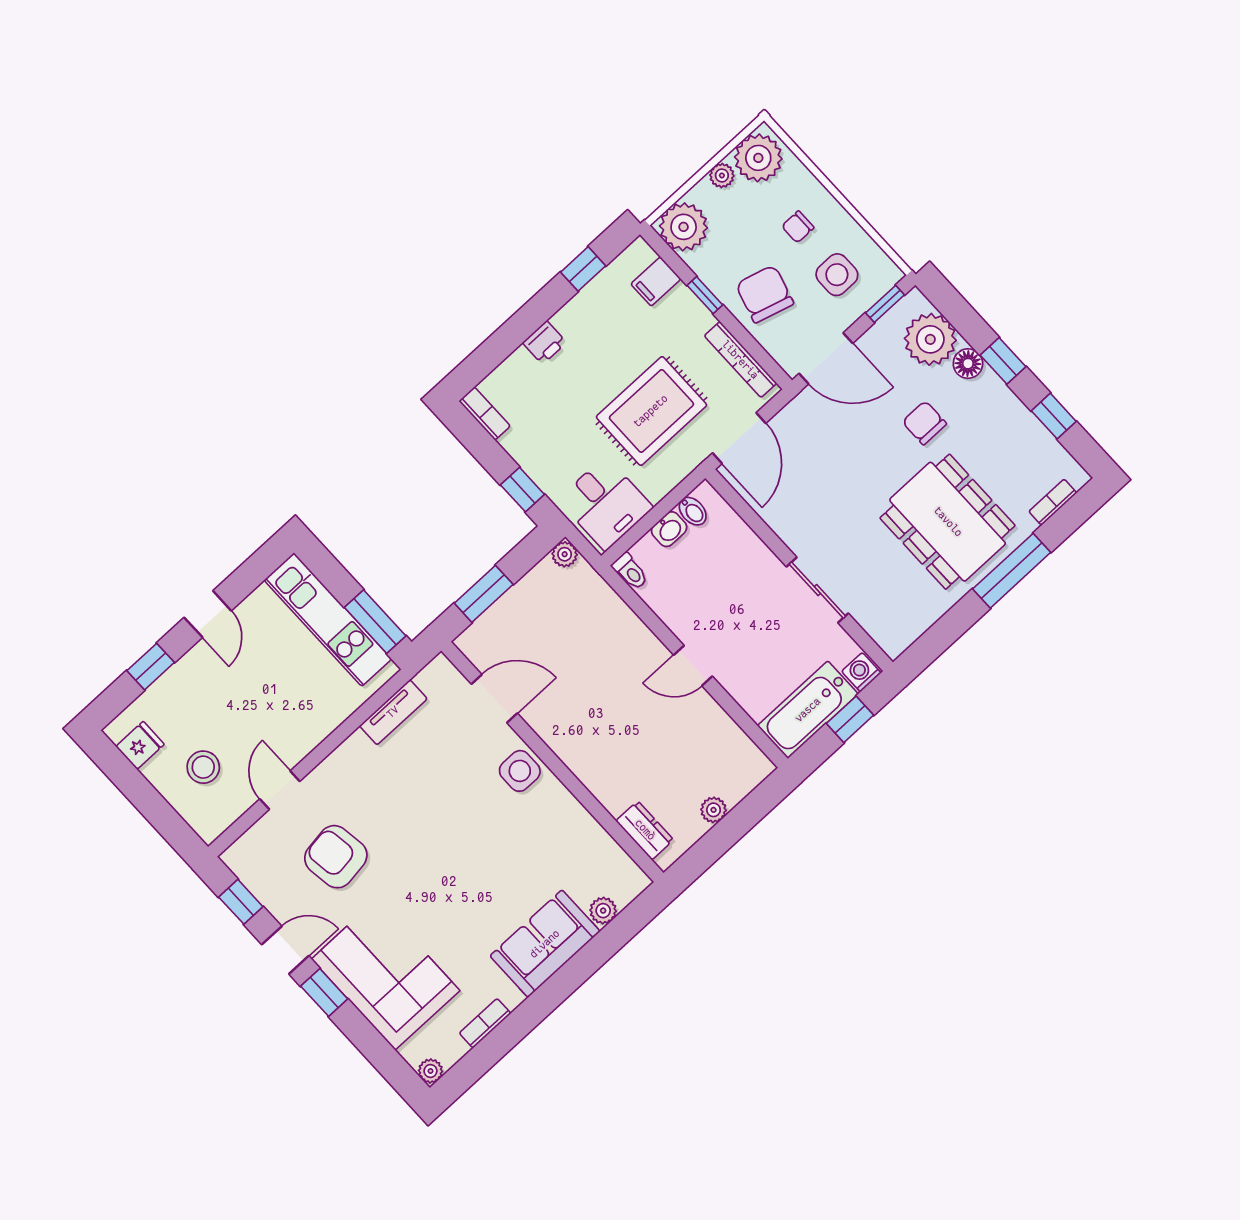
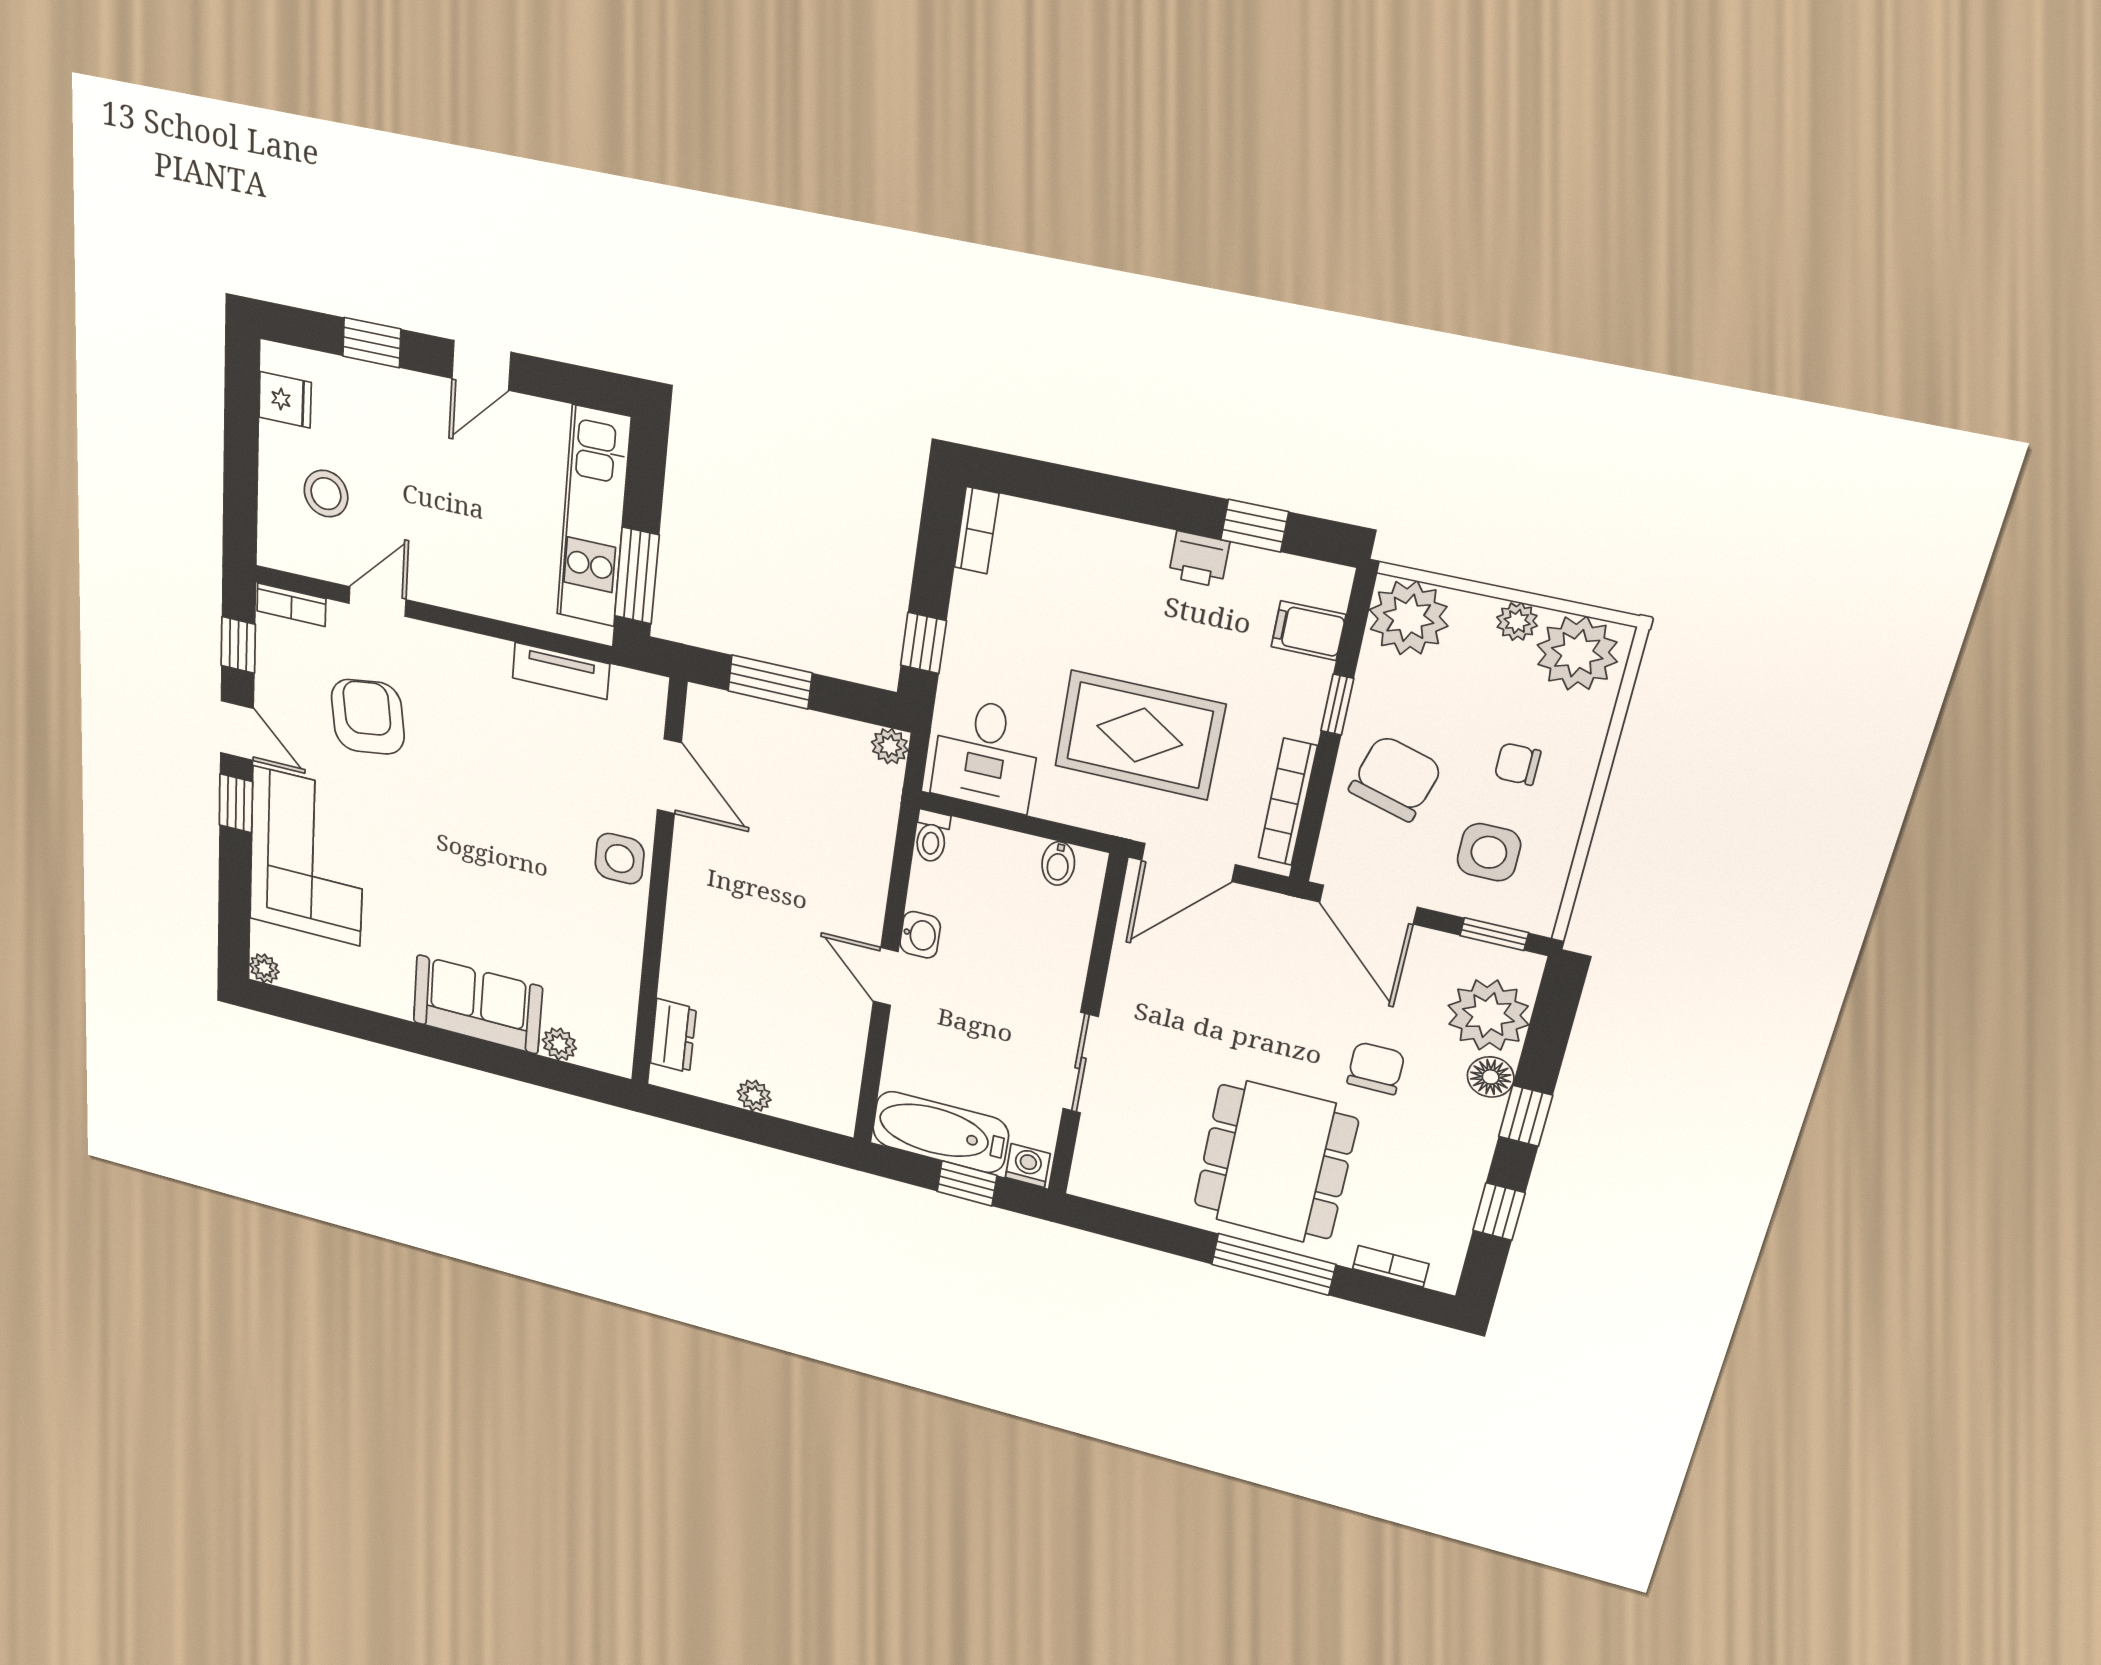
printer: (545, 343) -> (1199, 559), moved
washbasin: (669, 529) -> (920, 935), moved, turned -90
bookcase: (485, 1023) -> (291, 605), moved, turned 180

